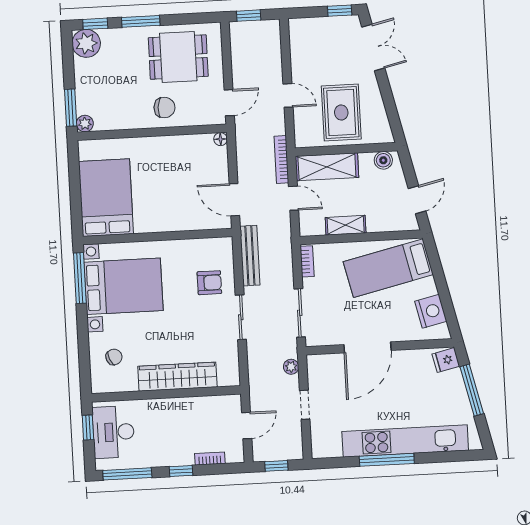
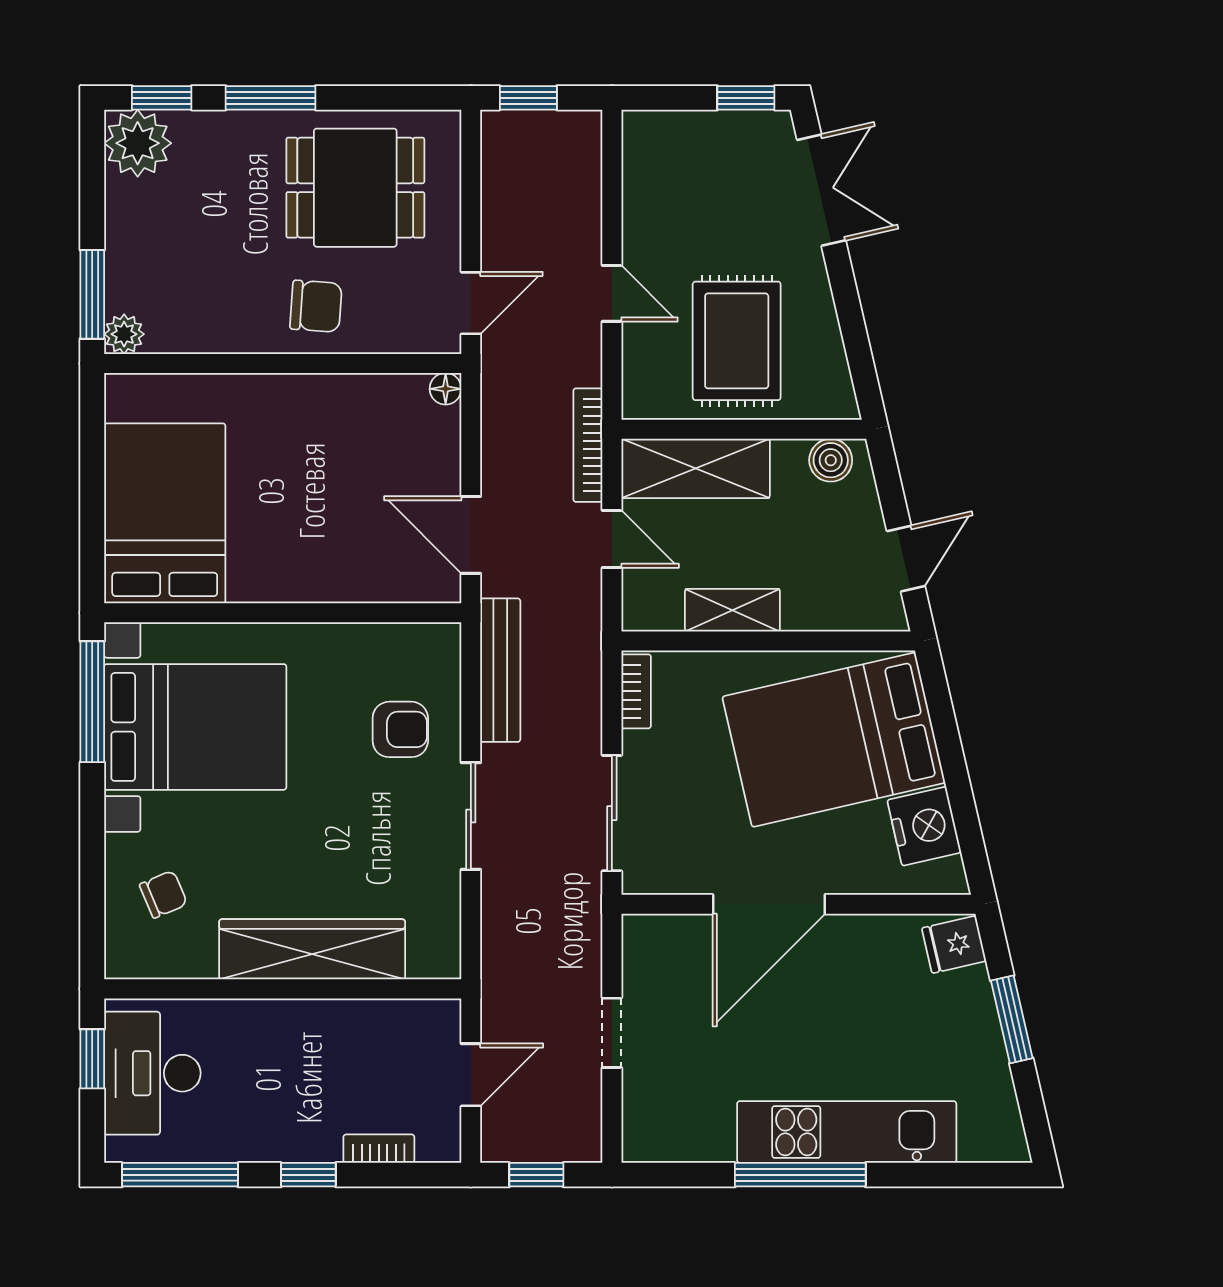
bed: (388, 268) -> (834, 740), width x1.50
plant: (291, 367) -> (584, 940), removed
window: (472, 390) -> (1012, 1019), width x0.69
kitchen unit: (405, 441) -> (847, 1132), width x0.73

